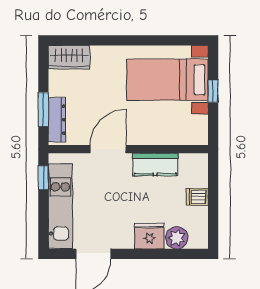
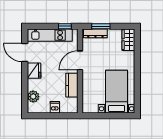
window: (213, 91) -> (111, 116), removed
door: (108, 149) -> (80, 60), swing flipped
fridge: (149, 236) -> (34, 71), moved

